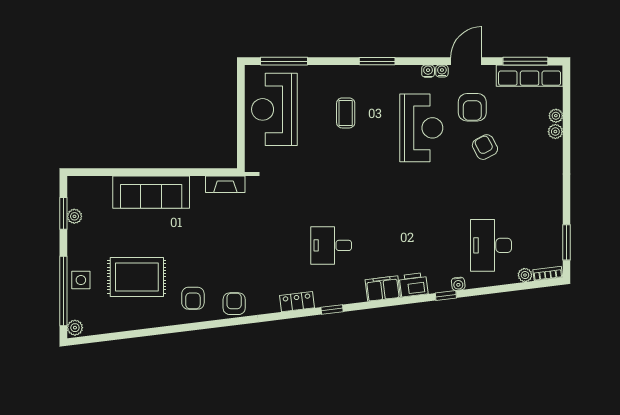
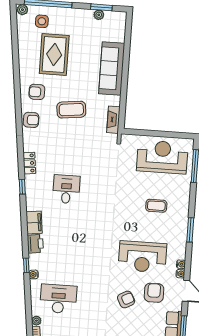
armchair: (472, 107) -> (154, 293), turned 90
coffee table: (215, 246) -> (71, 110), added
side table: (81, 280) -> (42, 21), moved

